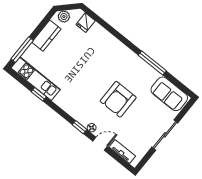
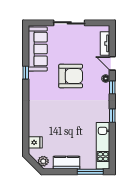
window: (152, 63) -> (26, 73), width x0.46
window: (39, 94) -> (112, 116), moved
sofa: (169, 94) -> (38, 49), width x1.36

